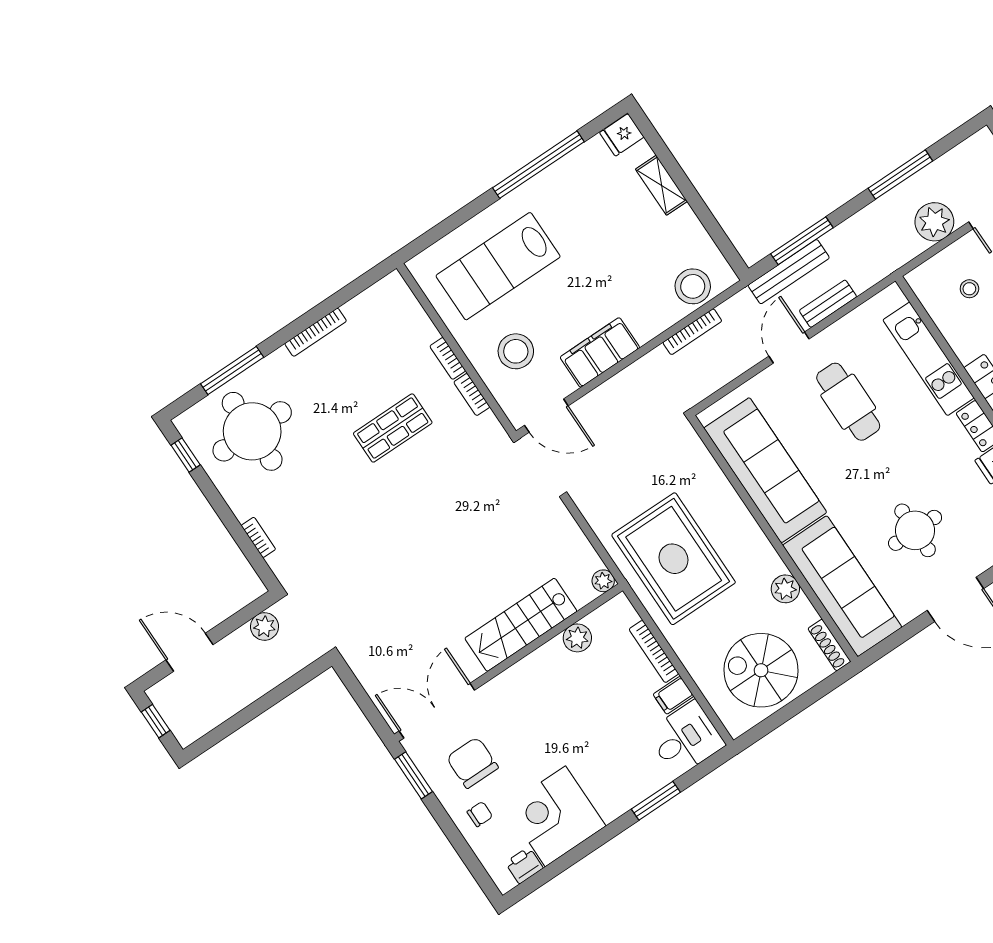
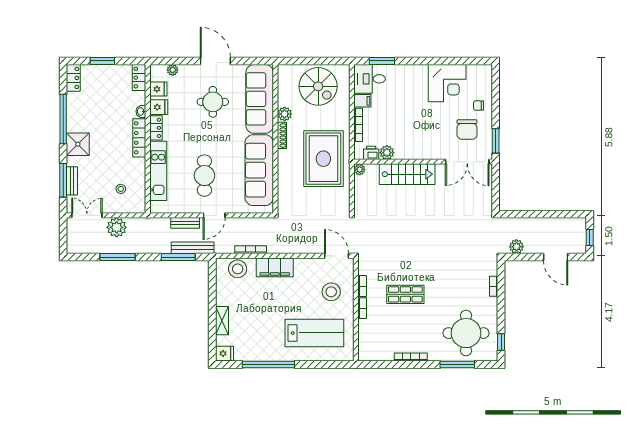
filing cabinet: (600, 352) -> (275, 267), moved
shoe rack: (829, 645) -> (282, 135), moved
window: (656, 801) -> (382, 61), moved
printer: (524, 865) -> (371, 153), moved, turned 180

